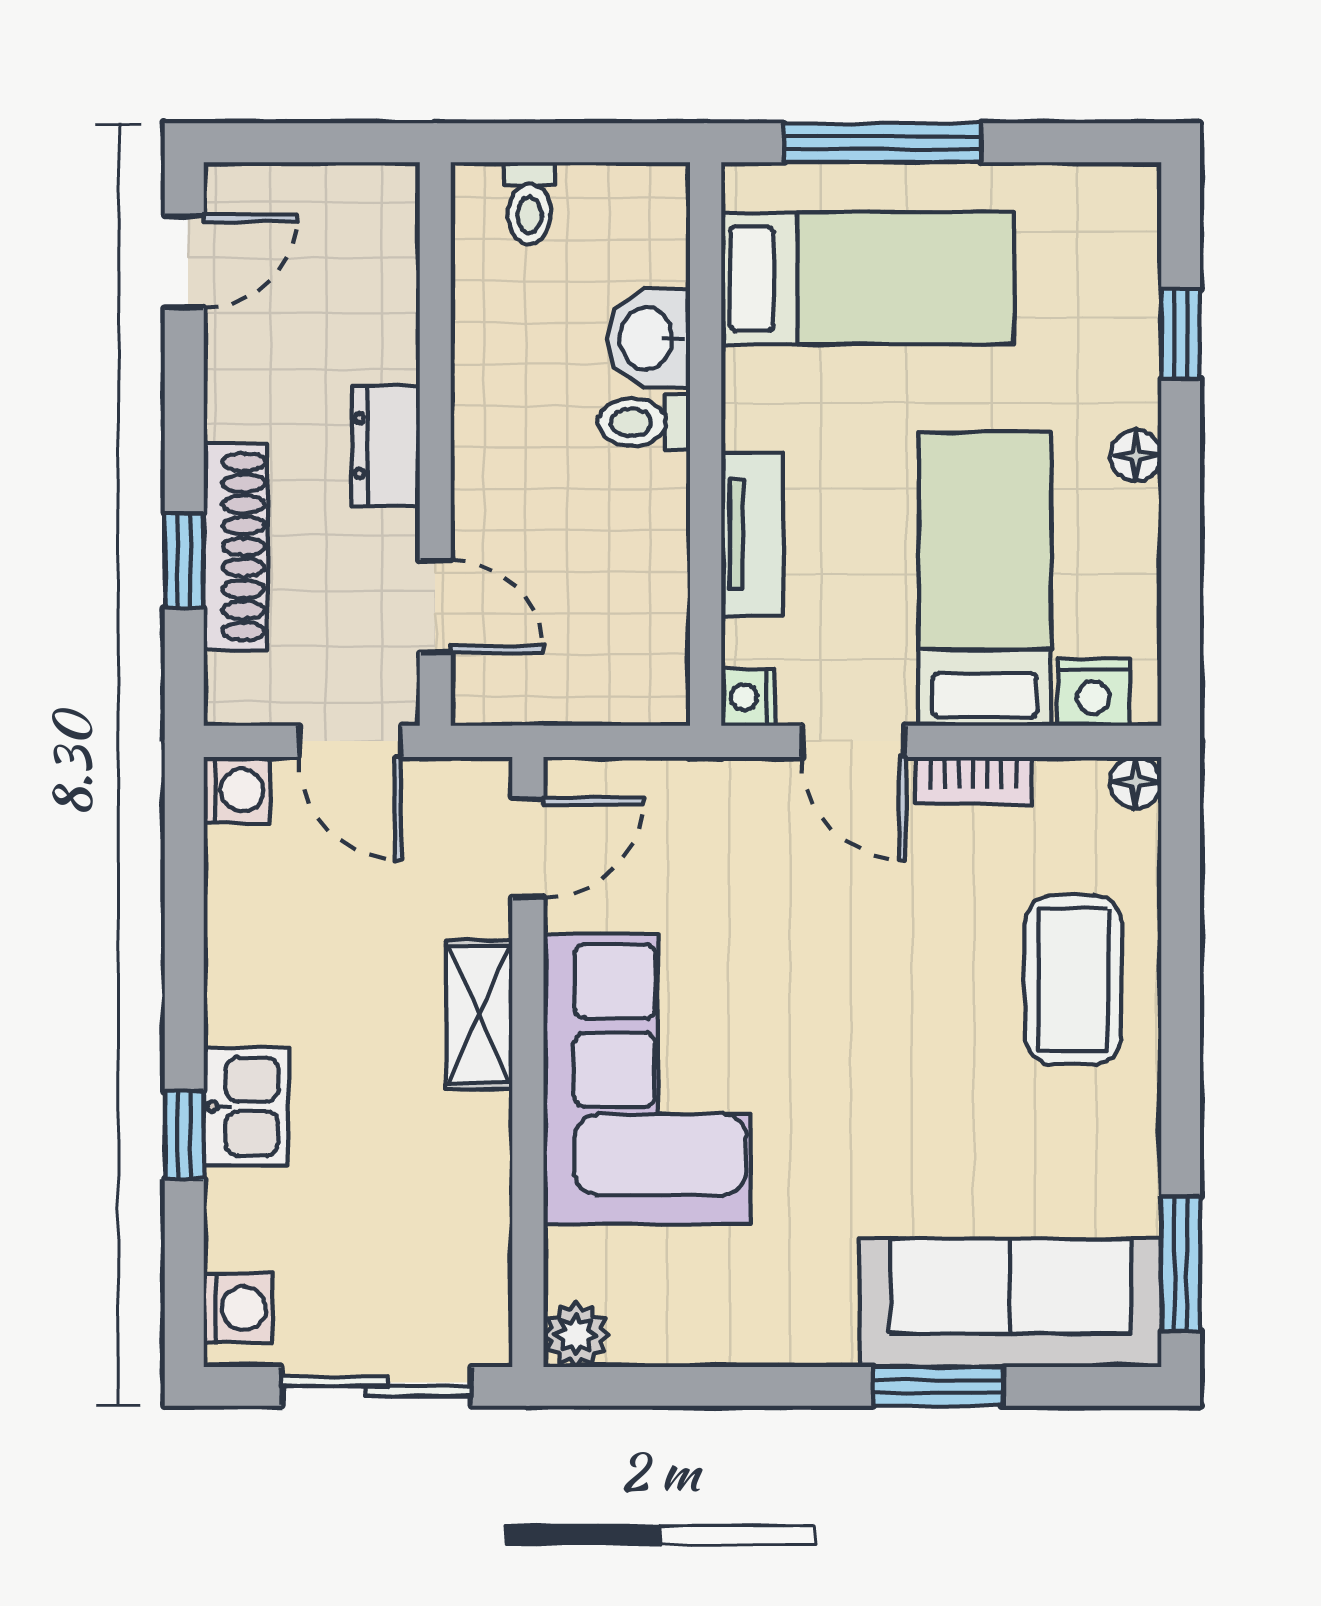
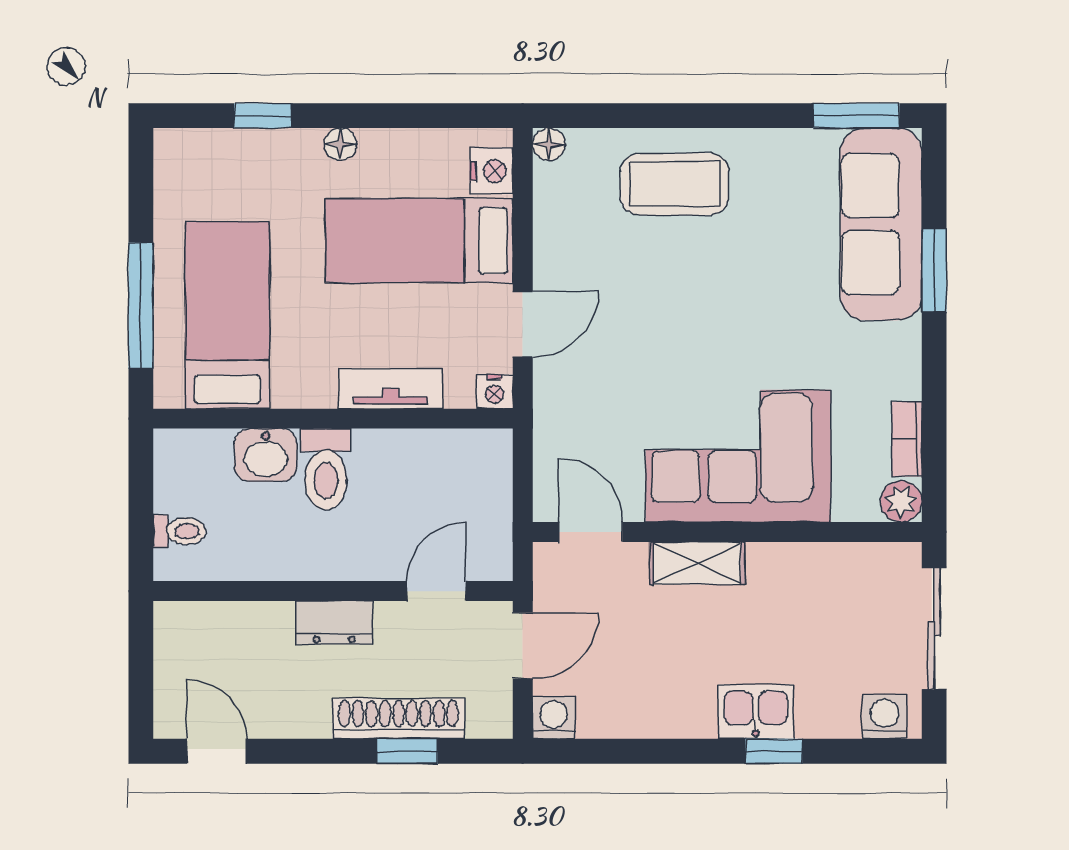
toilet: (644, 422) -> (326, 469), width x1.37, depth x1.39
bookcase: (974, 780) -> (907, 439), moved, turned 180

